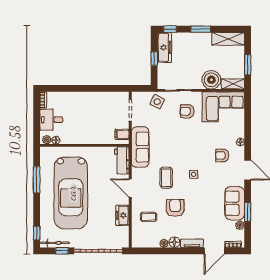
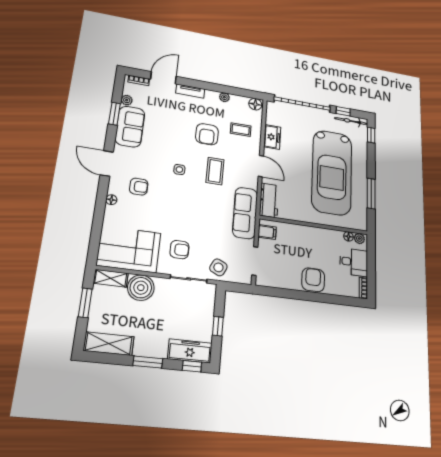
freezer: (164, 47) -> (190, 351), moved, turned 90
armchair: (84, 101) -> (313, 280), added
car: (71, 193) -> (332, 172), turned 180
floor lamp: (174, 242) -> (255, 104), moved

